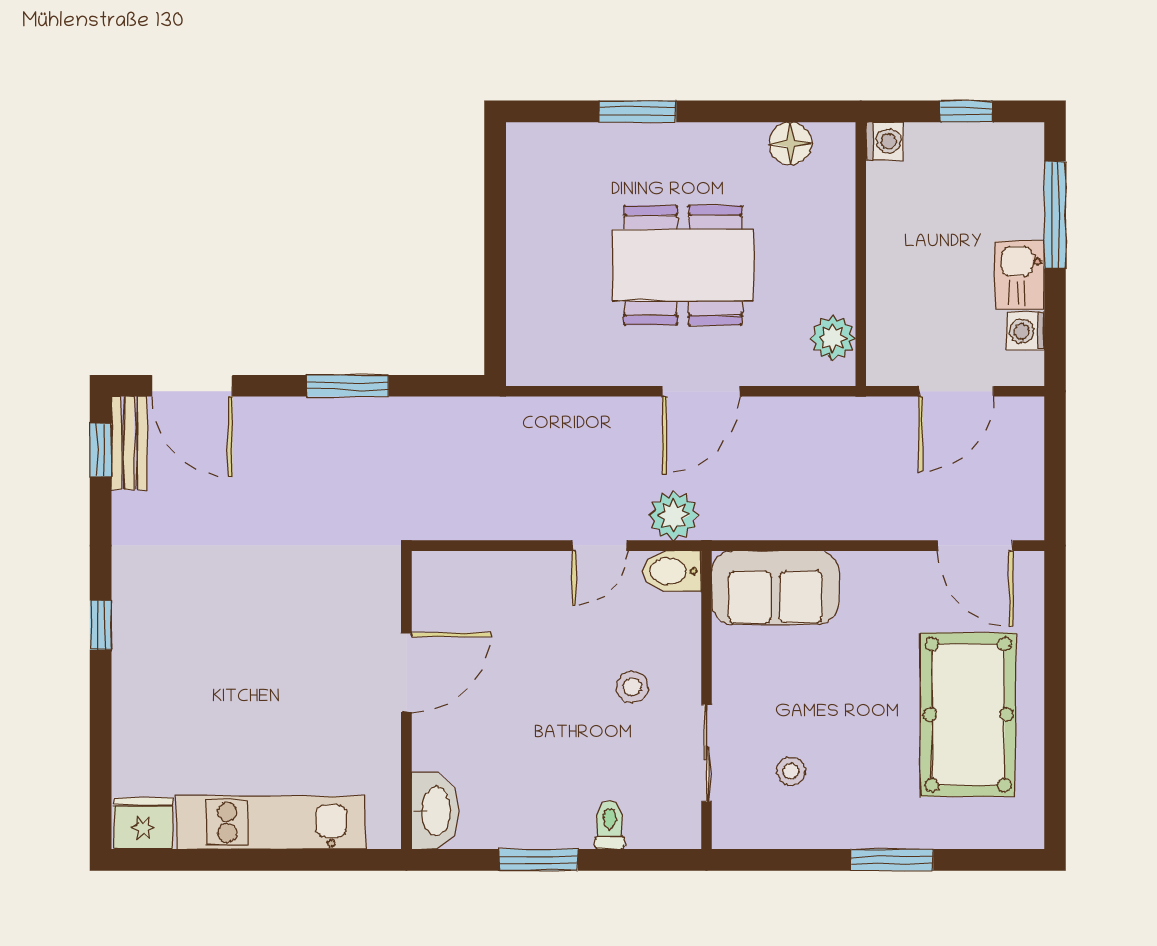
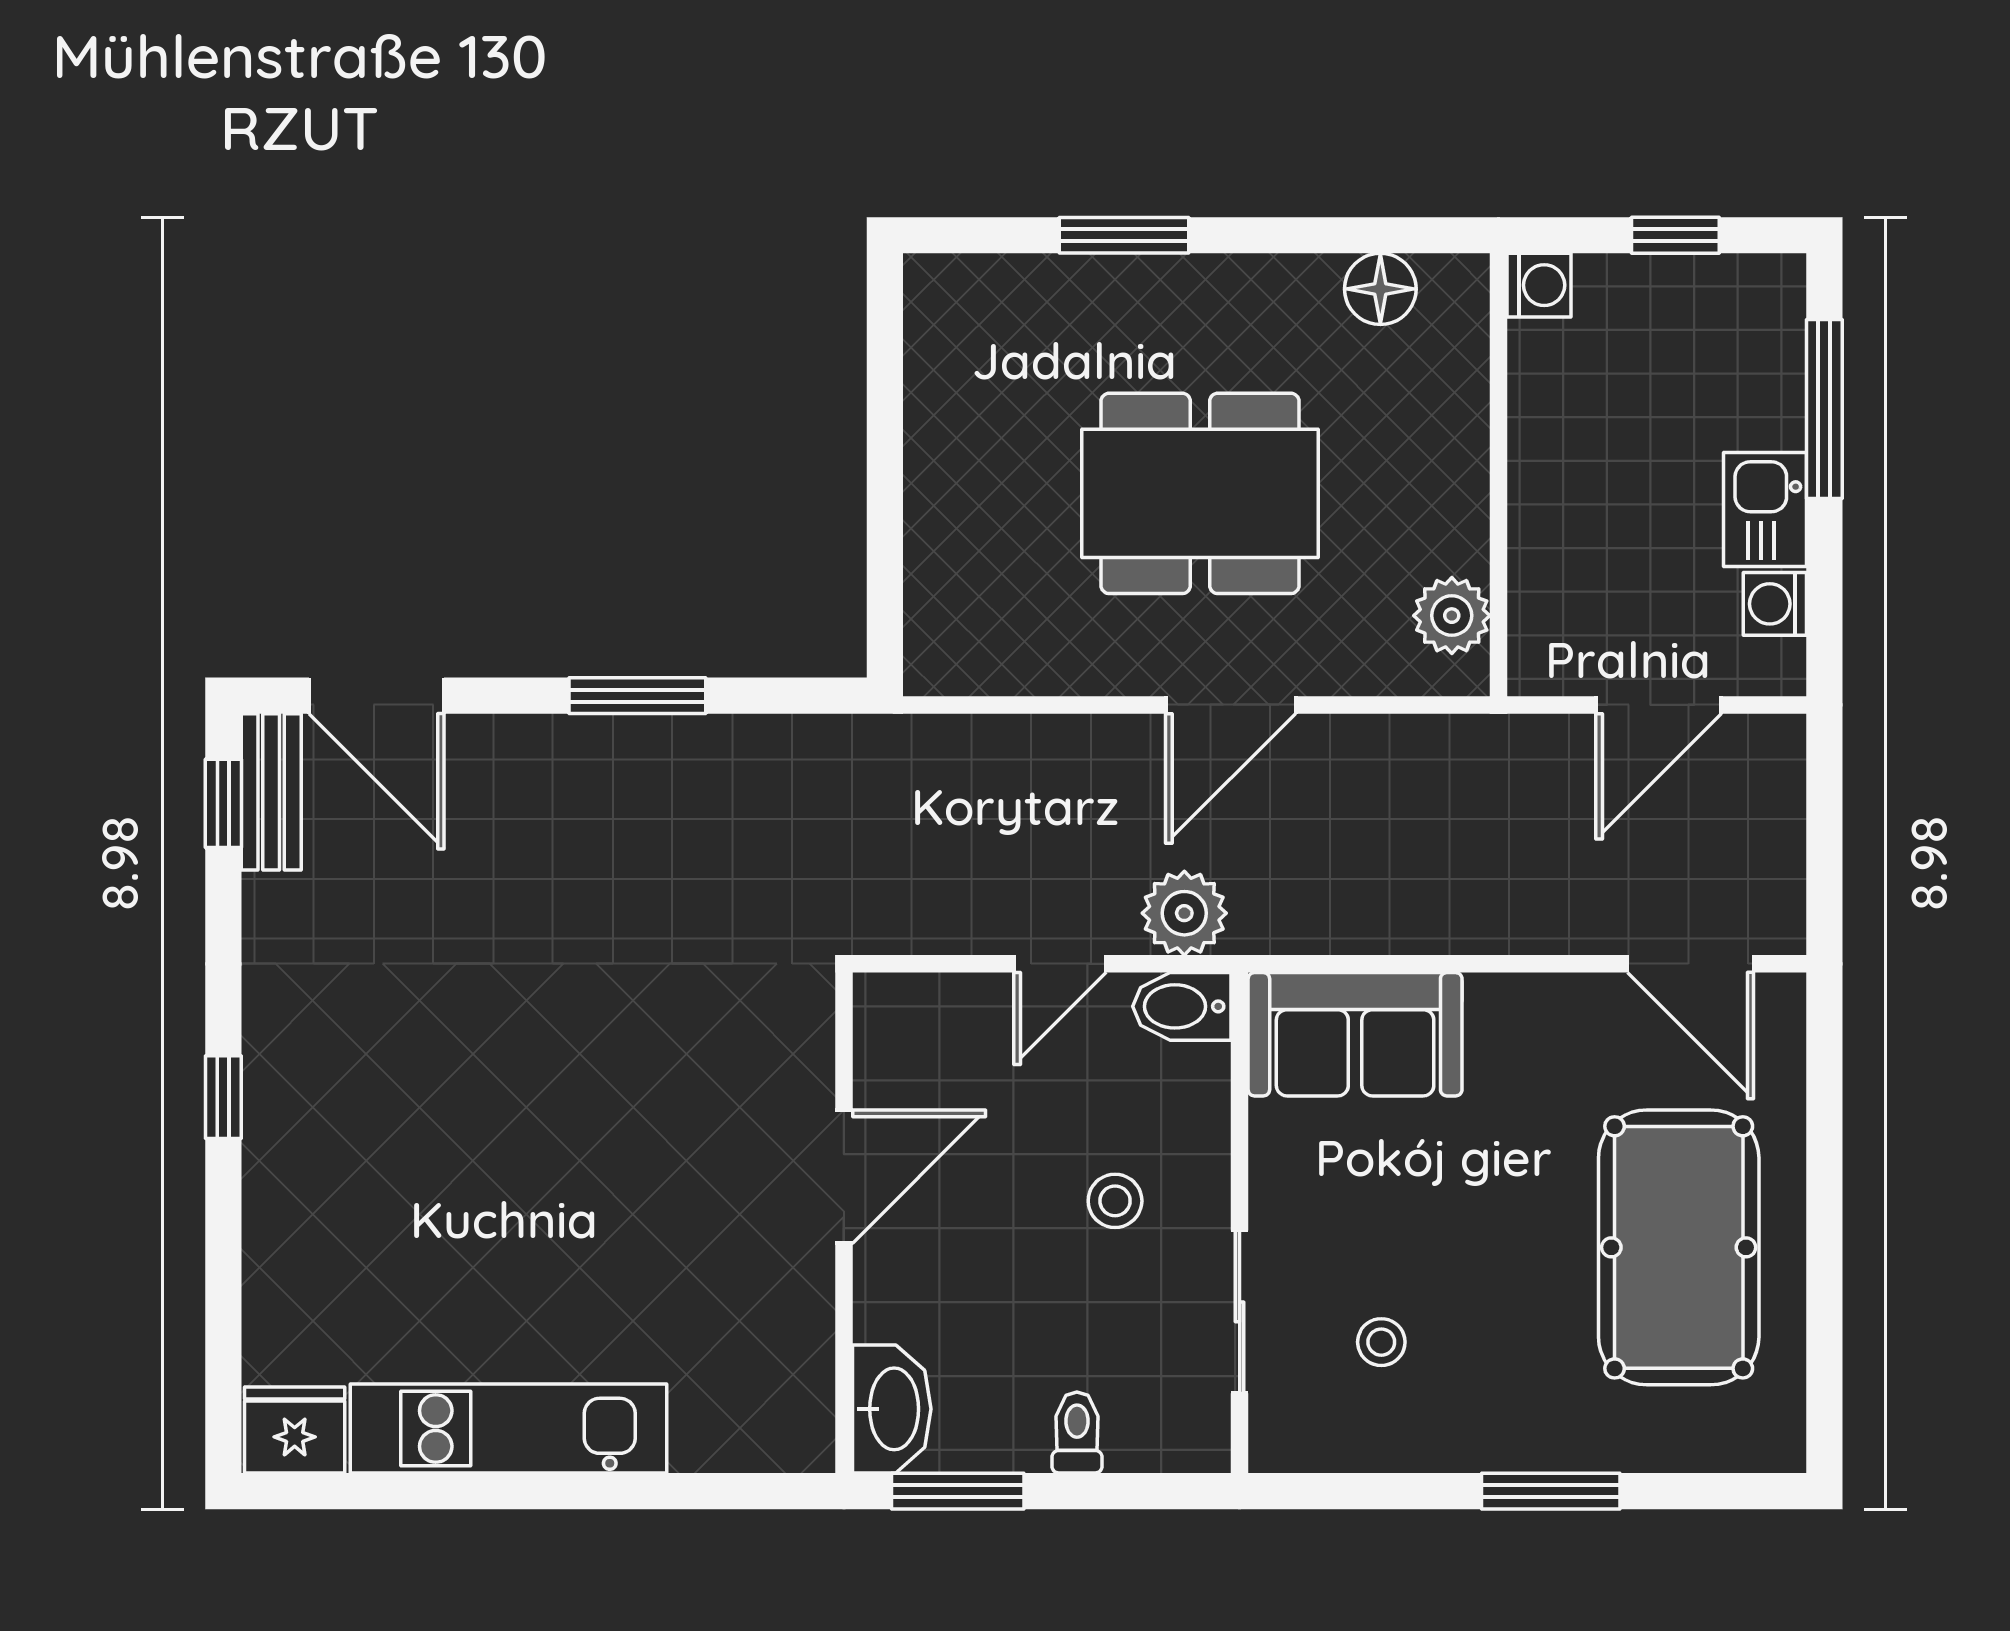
door: (406, 673) -> (844, 1177), moved
wall: (406, 700) -> (844, 1223), moved
washbasin: (435, 811) -> (892, 1409), moved

